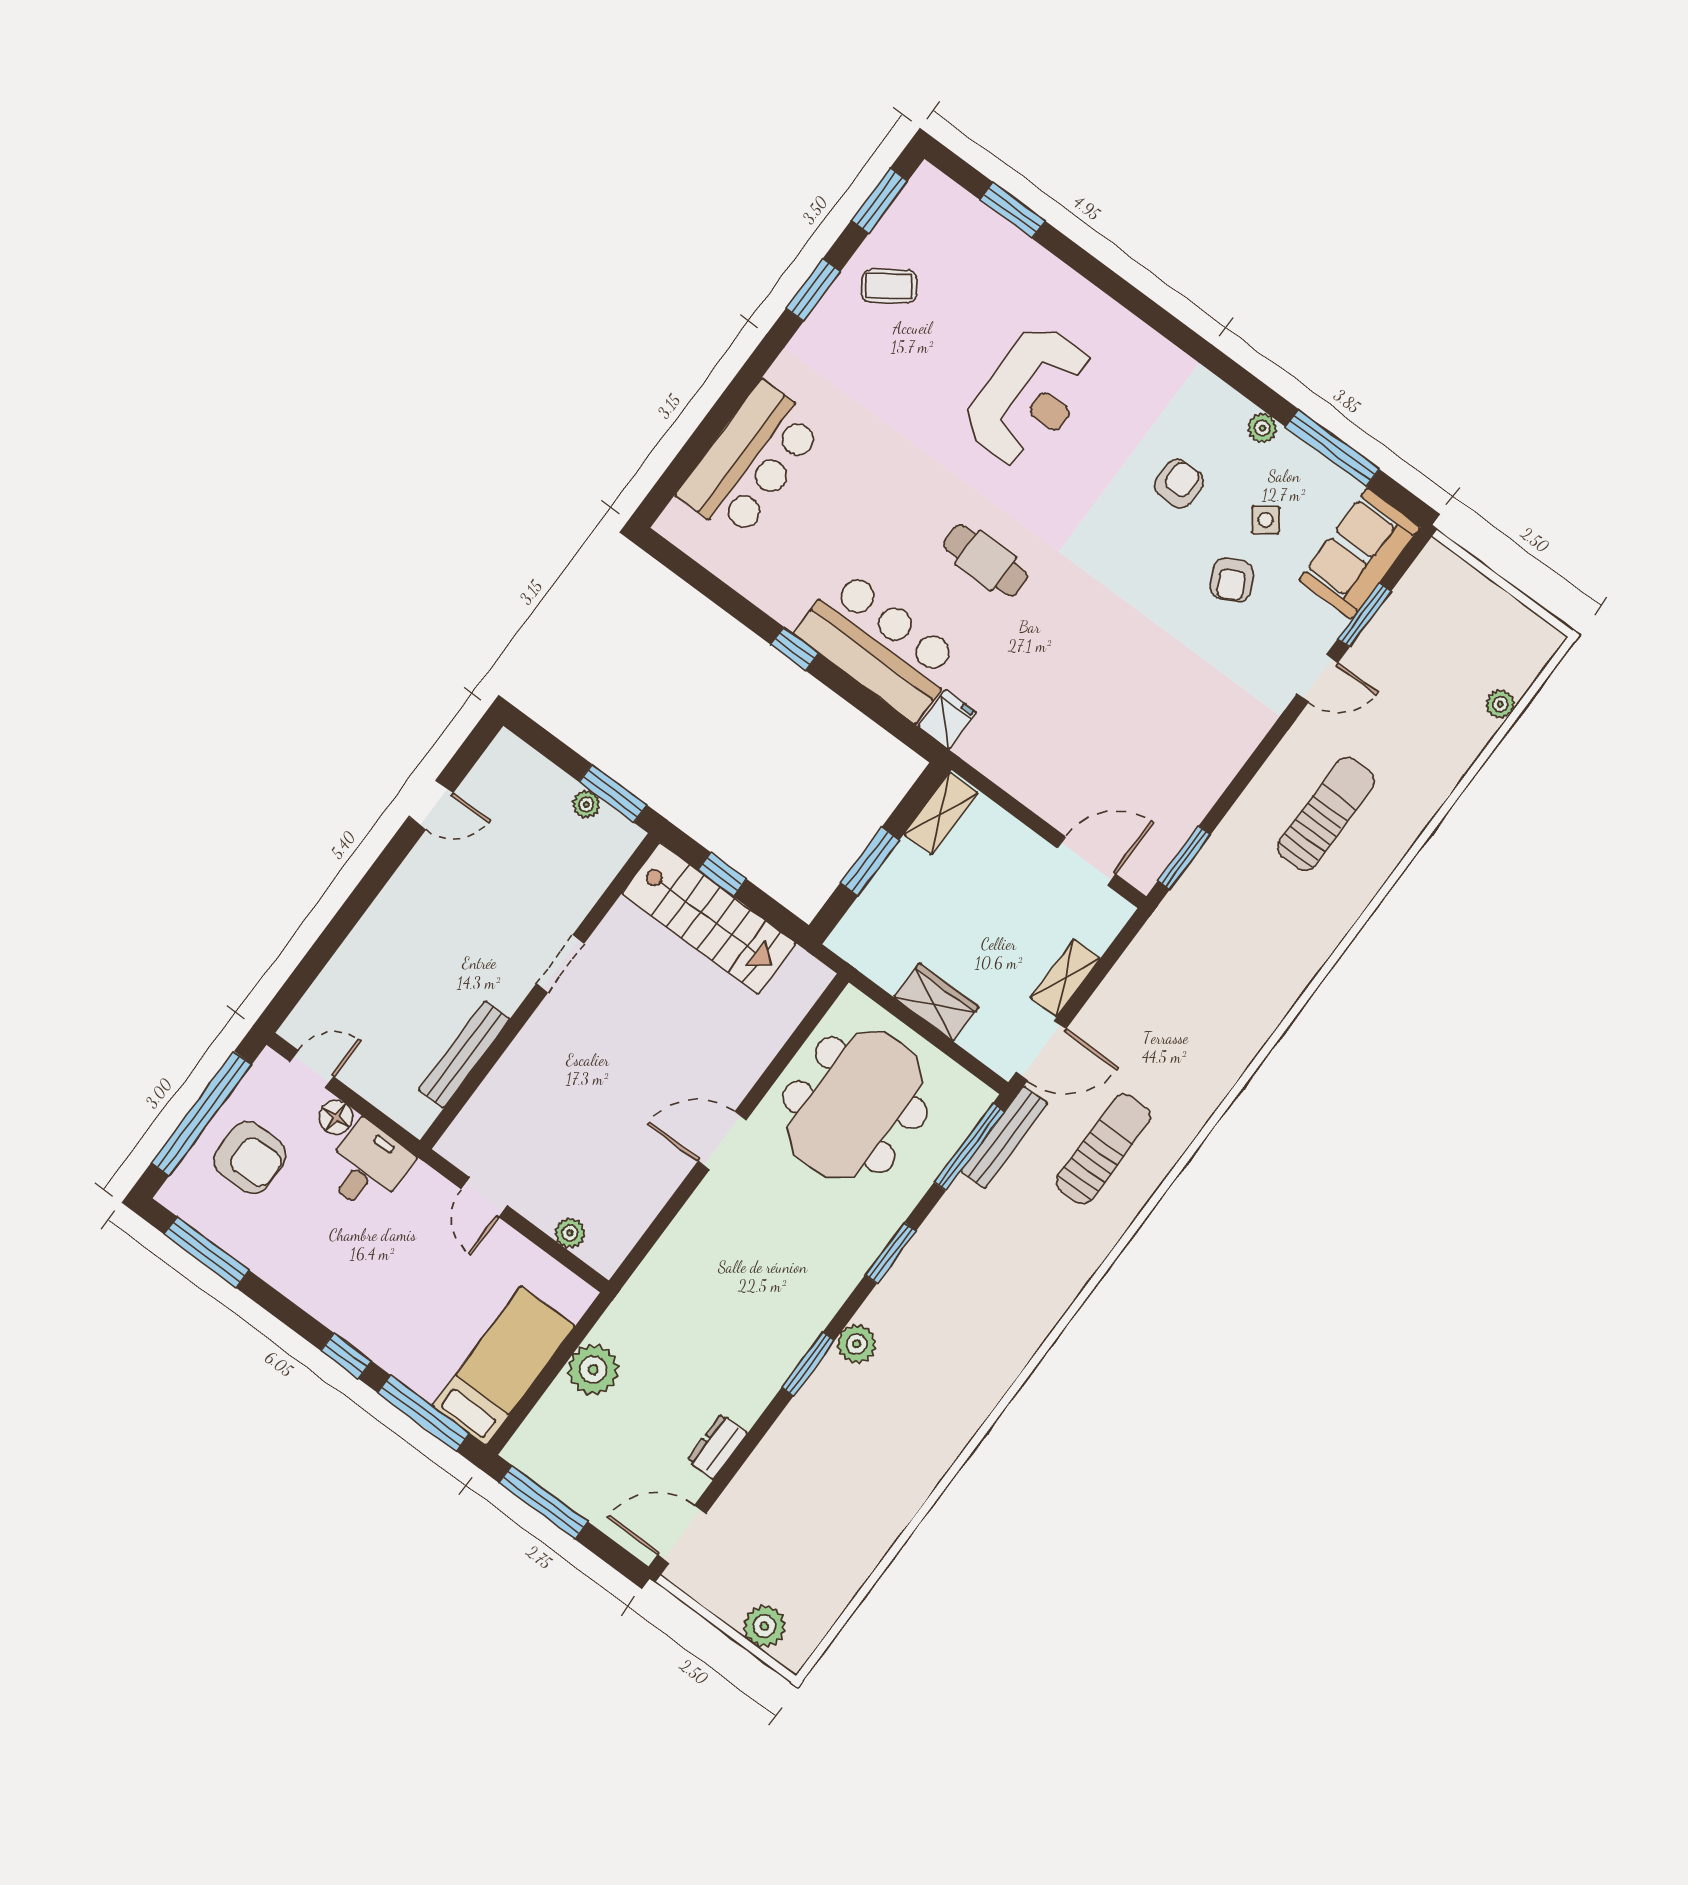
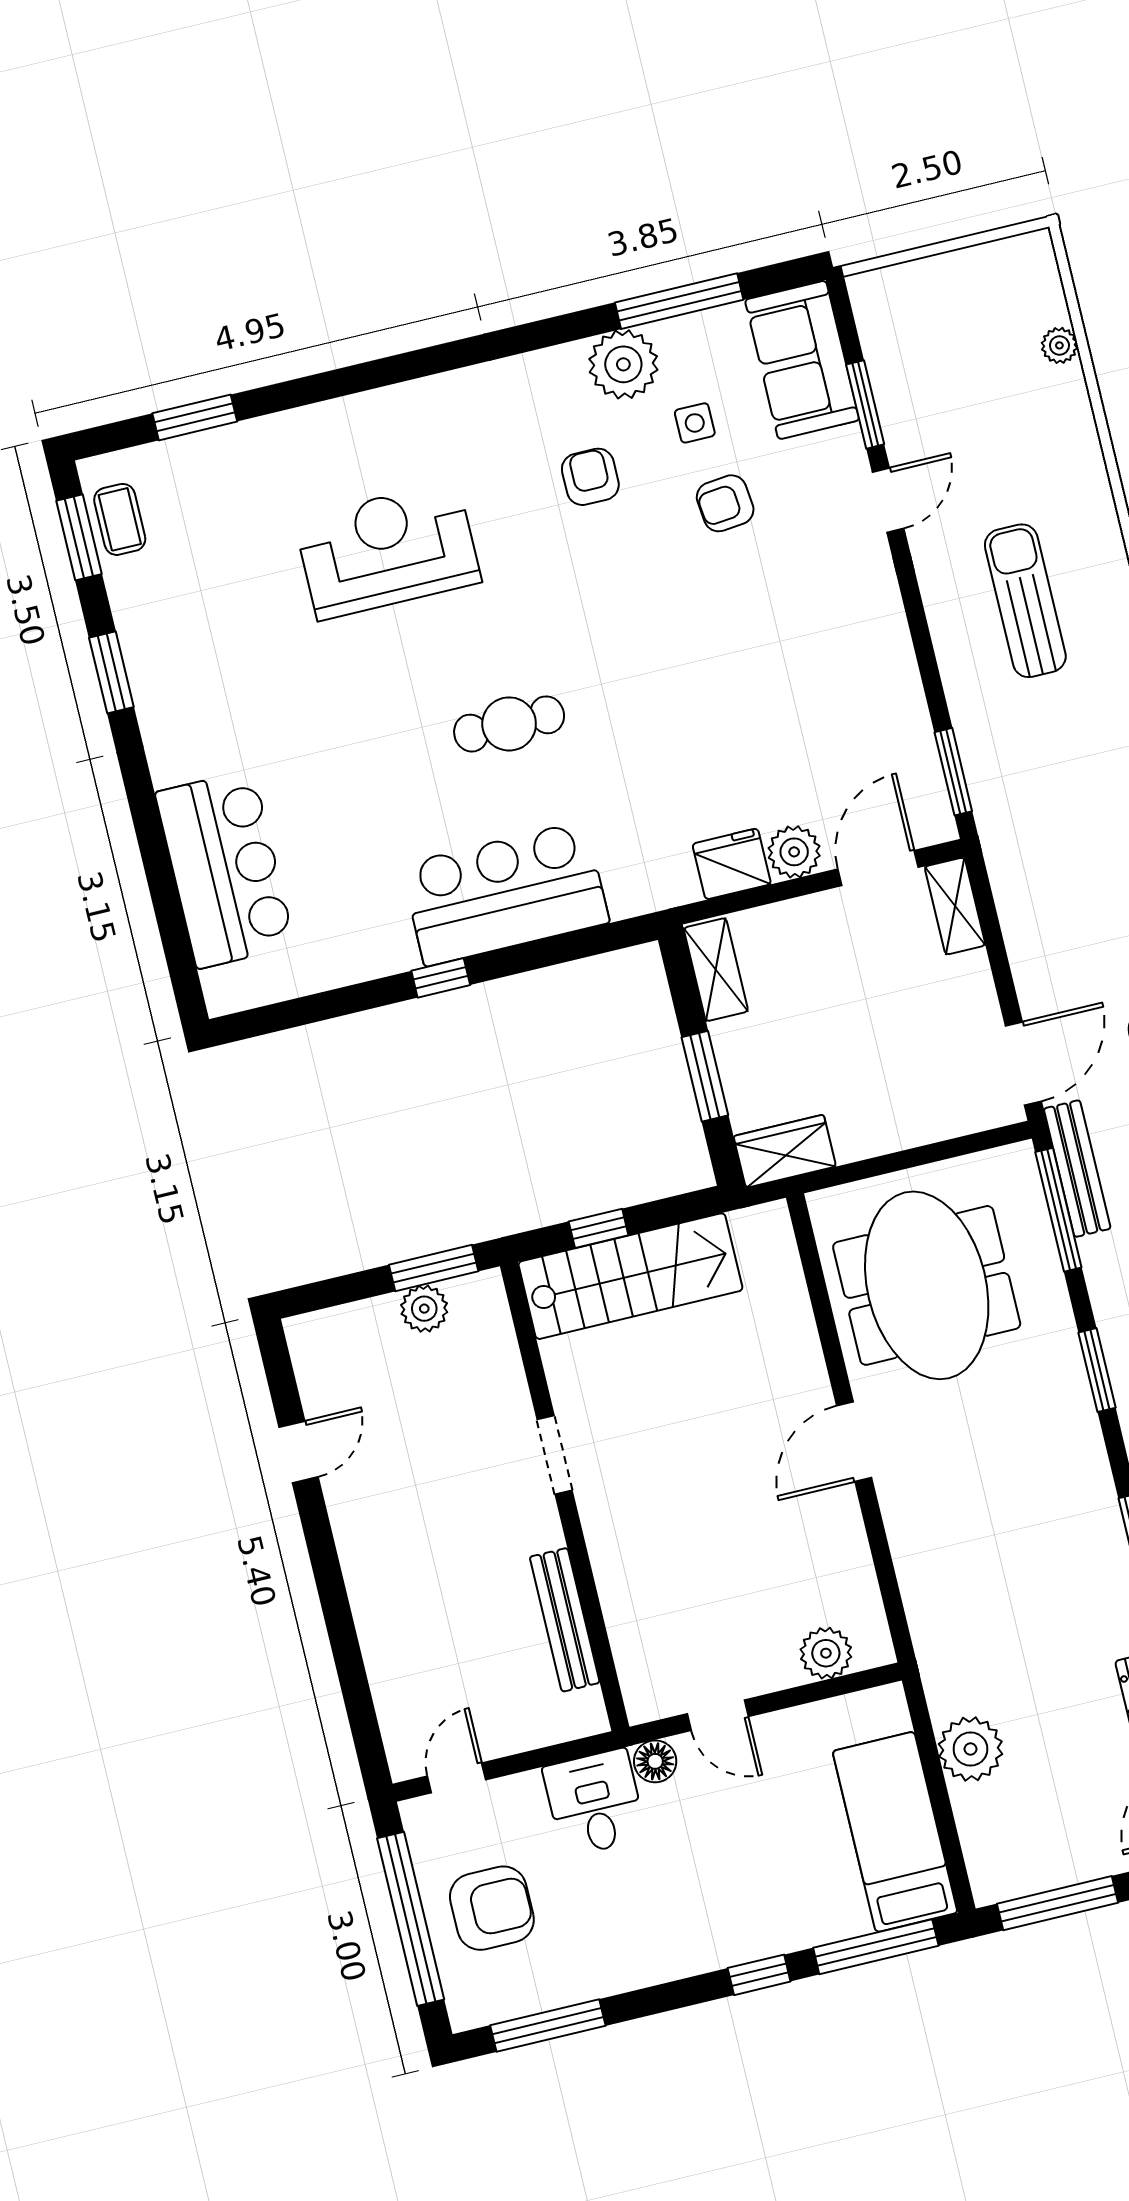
coffee table: (889, 286) -> (120, 519), moved, turned -54
reception desk: (1030, 397) -> (388, 550), turned -90
plant: (1262, 428) -> (623, 364), width x1.87, depth x1.87
side table: (1266, 520) -> (695, 423), turned 35
armchair: (1232, 580) -> (725, 503), turned 111
fridge: (947, 719) -> (732, 864), moved, width x1.38
plant: (1053, 801) -> (794, 852), added
plant: (586, 804) -> (424, 1309), width x1.38, depth x1.38
shelving: (1065, 978) -> (955, 906), moved
wardrobe: (936, 1002) -> (785, 1151), moved
floor lamp: (336, 1117) -> (655, 1761), moved
plant: (570, 1233) -> (826, 1653), width x1.38, depth x1.38

